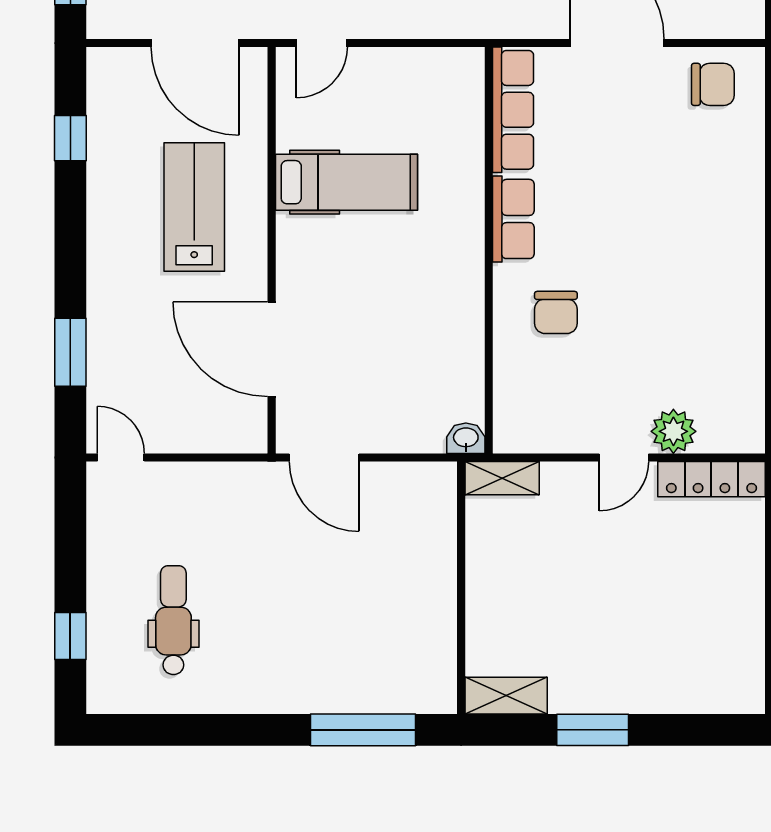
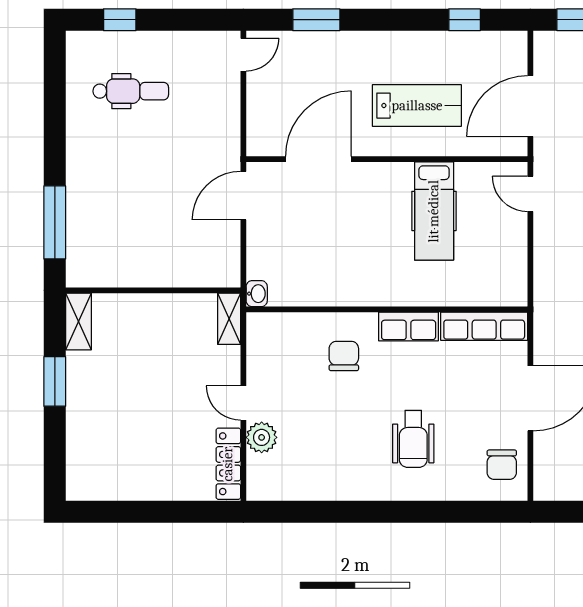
wheelchair: (676, 212) -> (413, 439), added
chair: (556, 312) -> (344, 356), turned 90

